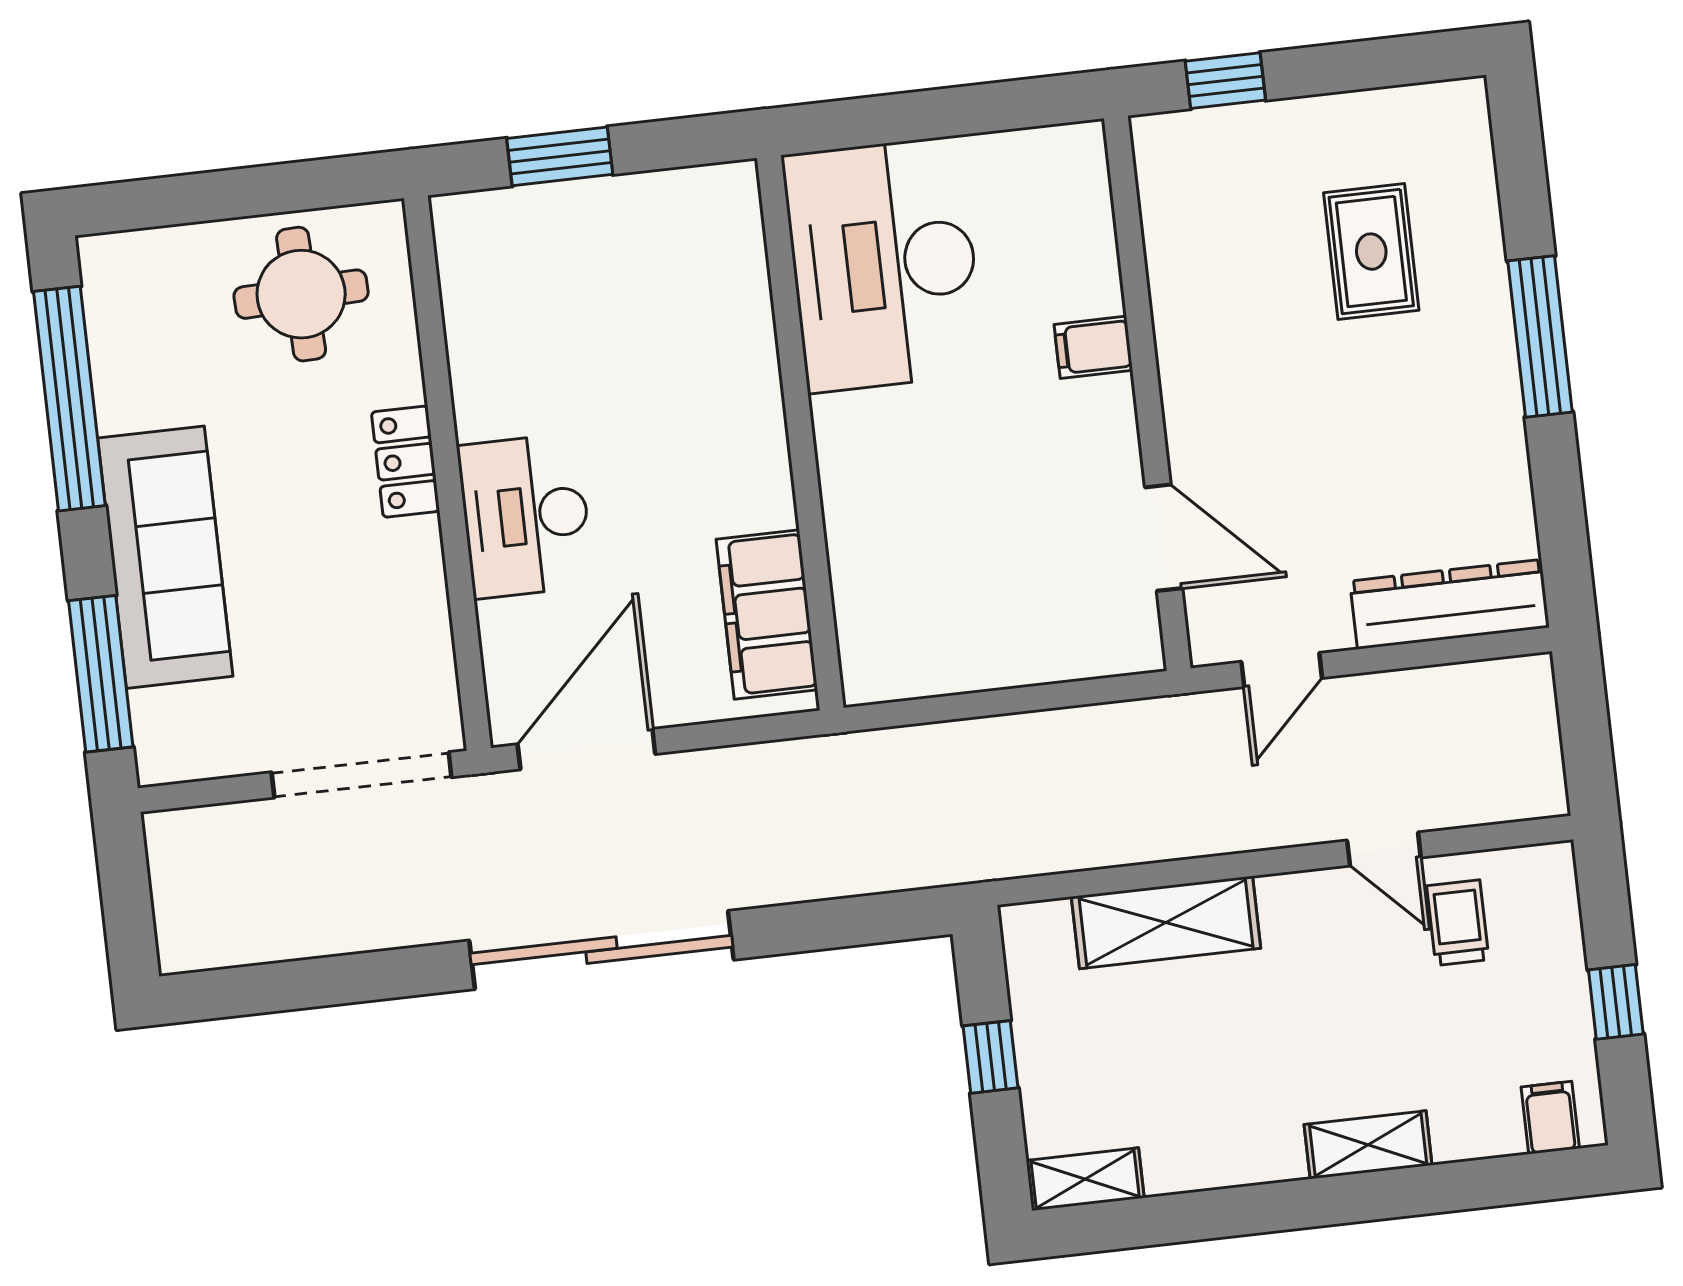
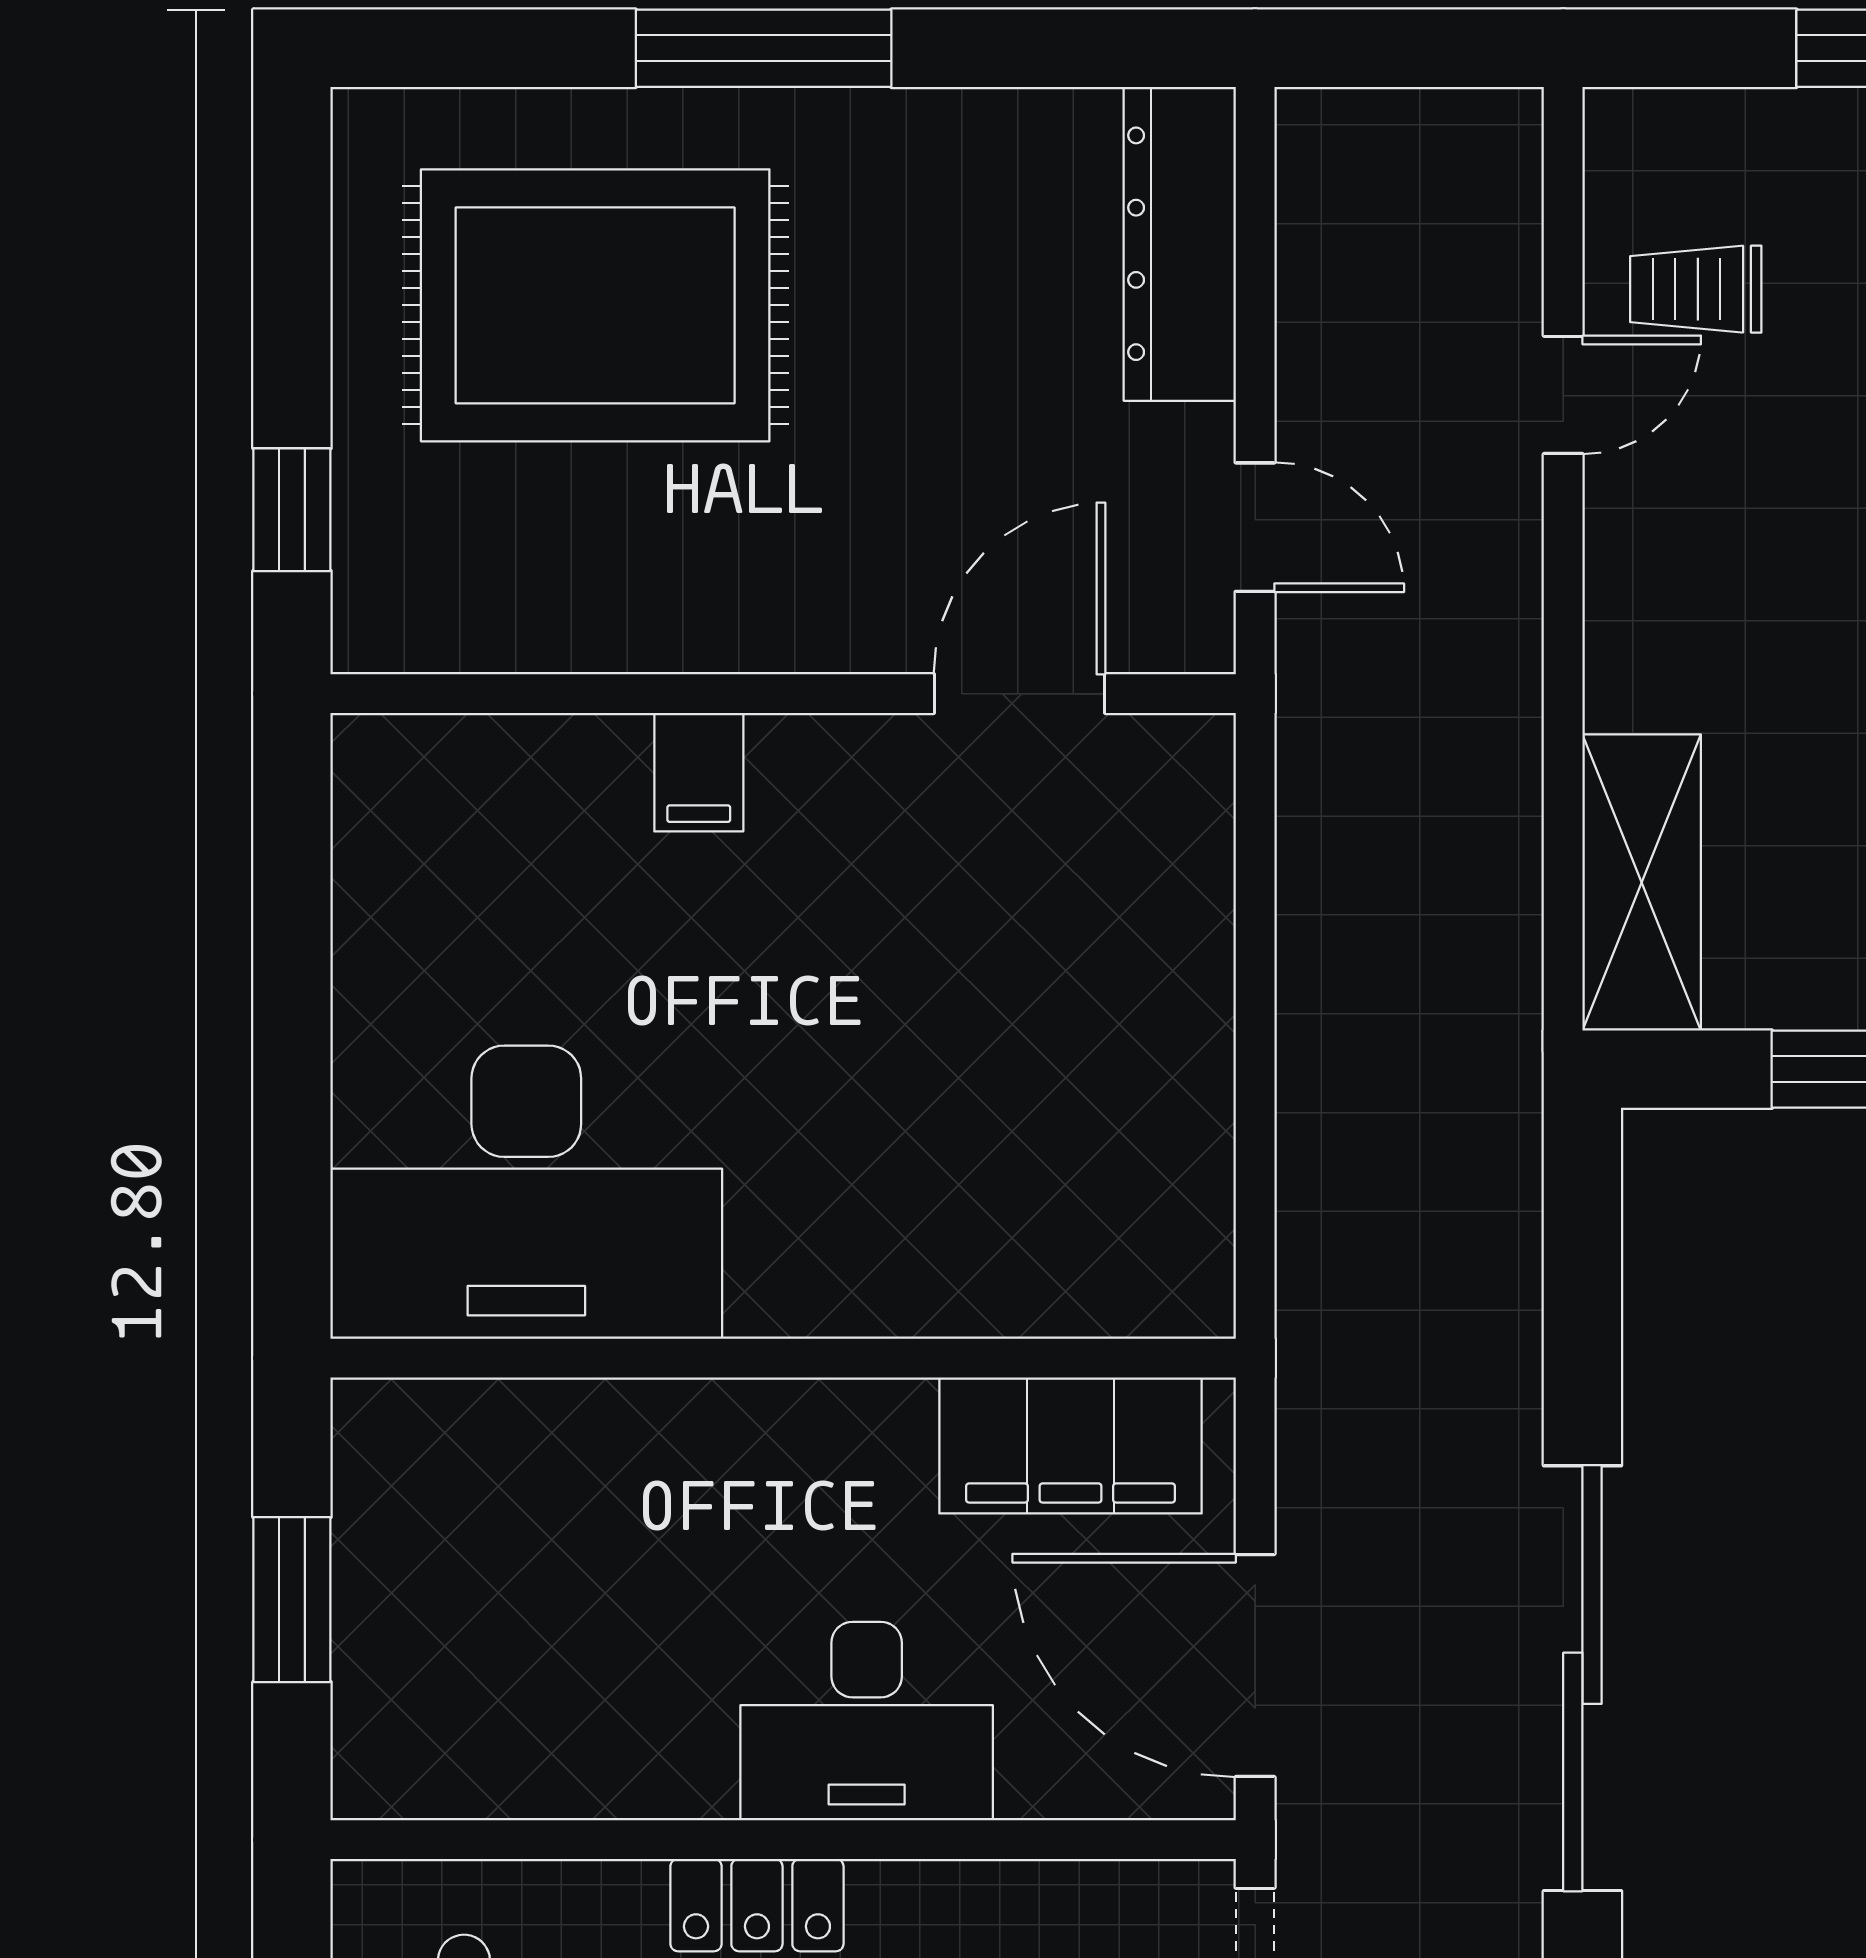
rug: (1371, 252) -> (595, 305), width x1.86, depth x2.06
desk: (884, 265) -> (526, 1192), moved
wall: (800, 433) -> (783, 1358), moved
filing cabinet: (767, 614) -> (1071, 1445), moved
shelving: (1166, 922) -> (1642, 882), moved

